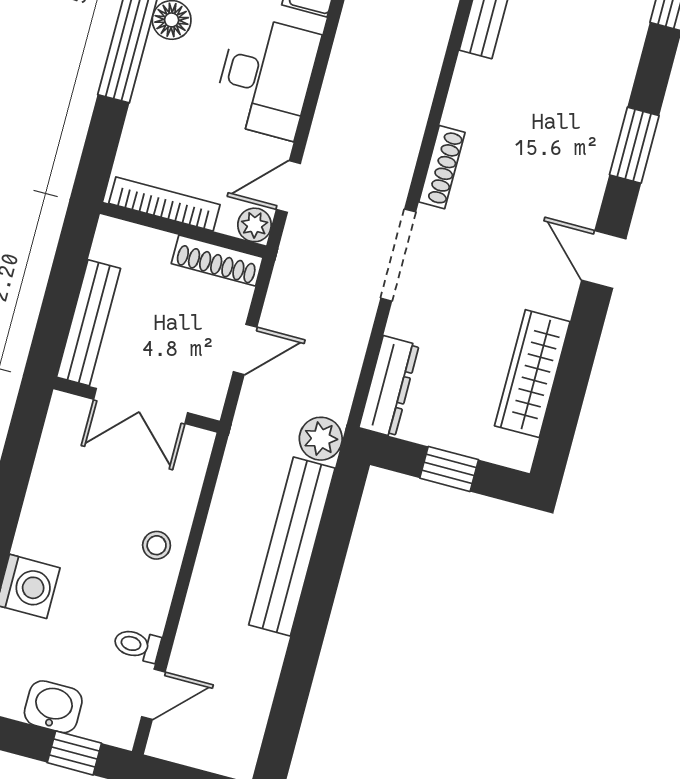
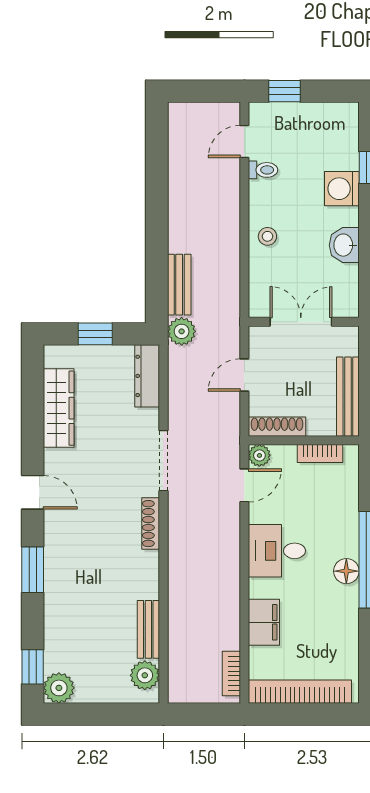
desk: (266, 77) -> (277, 551), width x0.73
bookcase: (164, 204) -> (320, 453), width x0.64
bench: (89, 323) -> (348, 397), moved
bench: (292, 547) -> (179, 285), width x0.54, depth x0.82
washbasin: (53, 707) -> (344, 245), moved, turned 90

